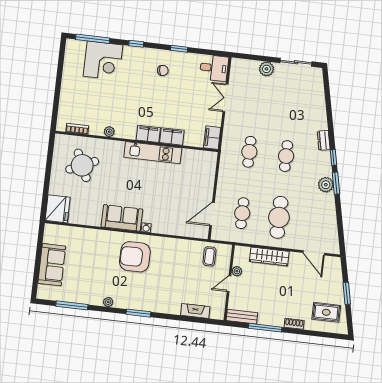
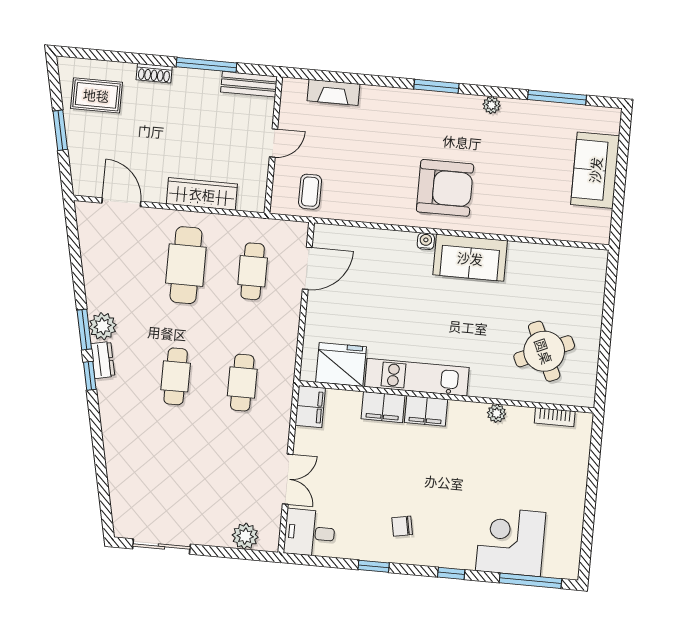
plant: (266, 69) -> (245, 536), moved
dresser: (324, 140) -> (103, 360), moved
fridge: (58, 209) -> (341, 364), moved, turned 90
plant: (237, 271) -> (260, 166), removed

